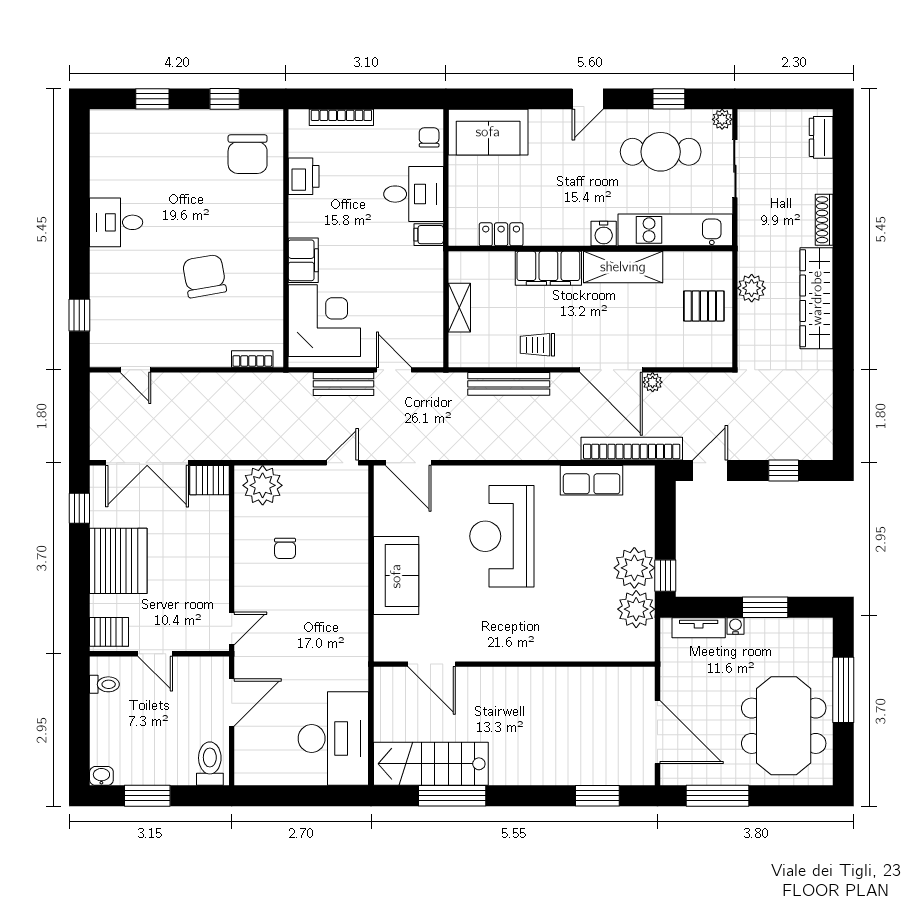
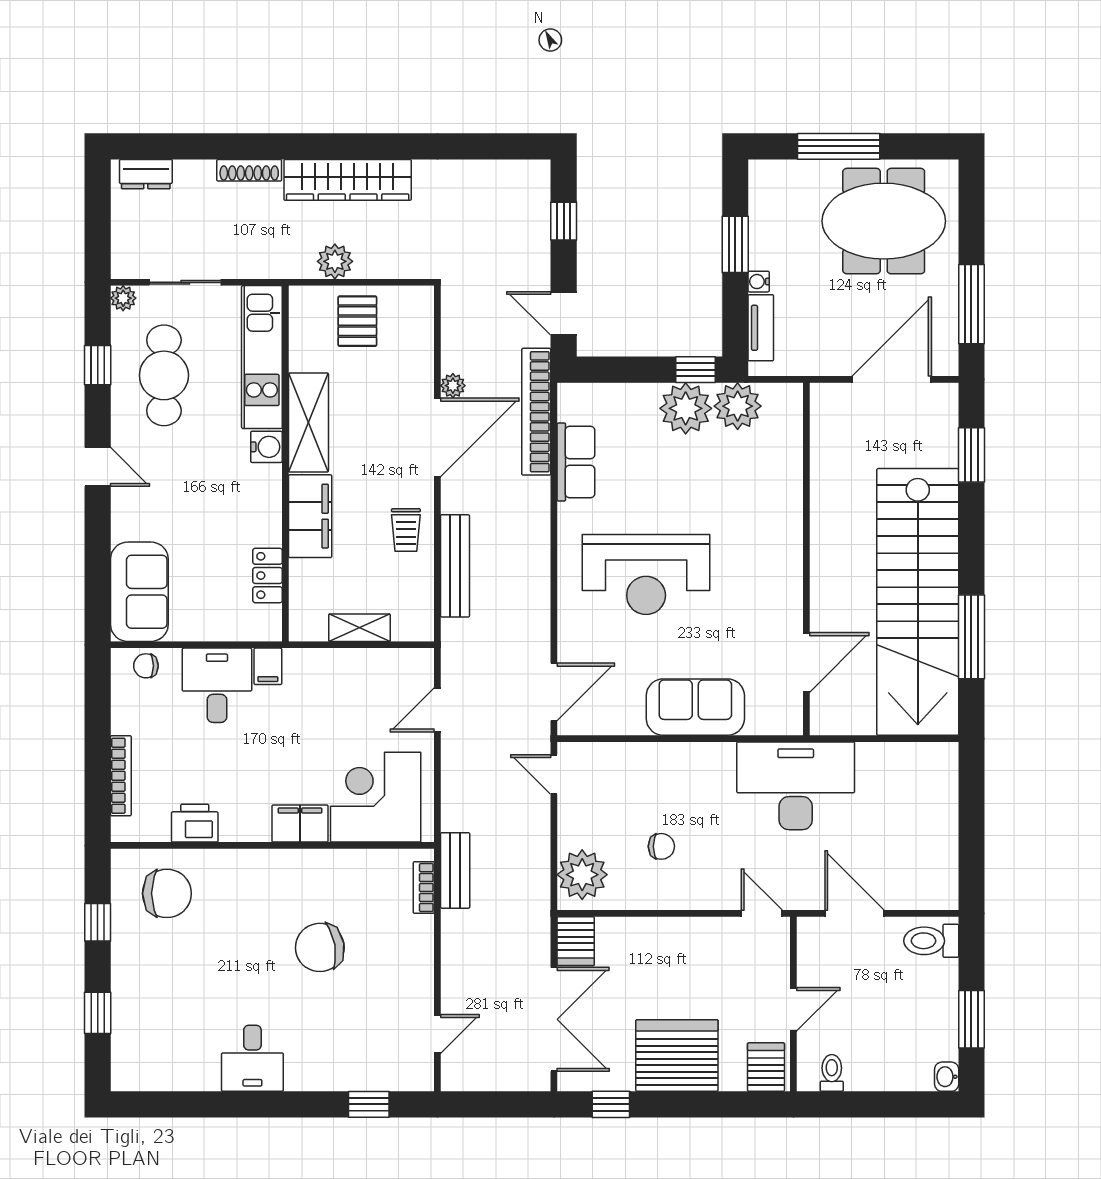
bench: (344, 384) -> (455, 870), moved
desk: (333, 739) -> (796, 786), moved
stairs: (431, 764) -> (918, 602), width x1.86, depth x1.51

